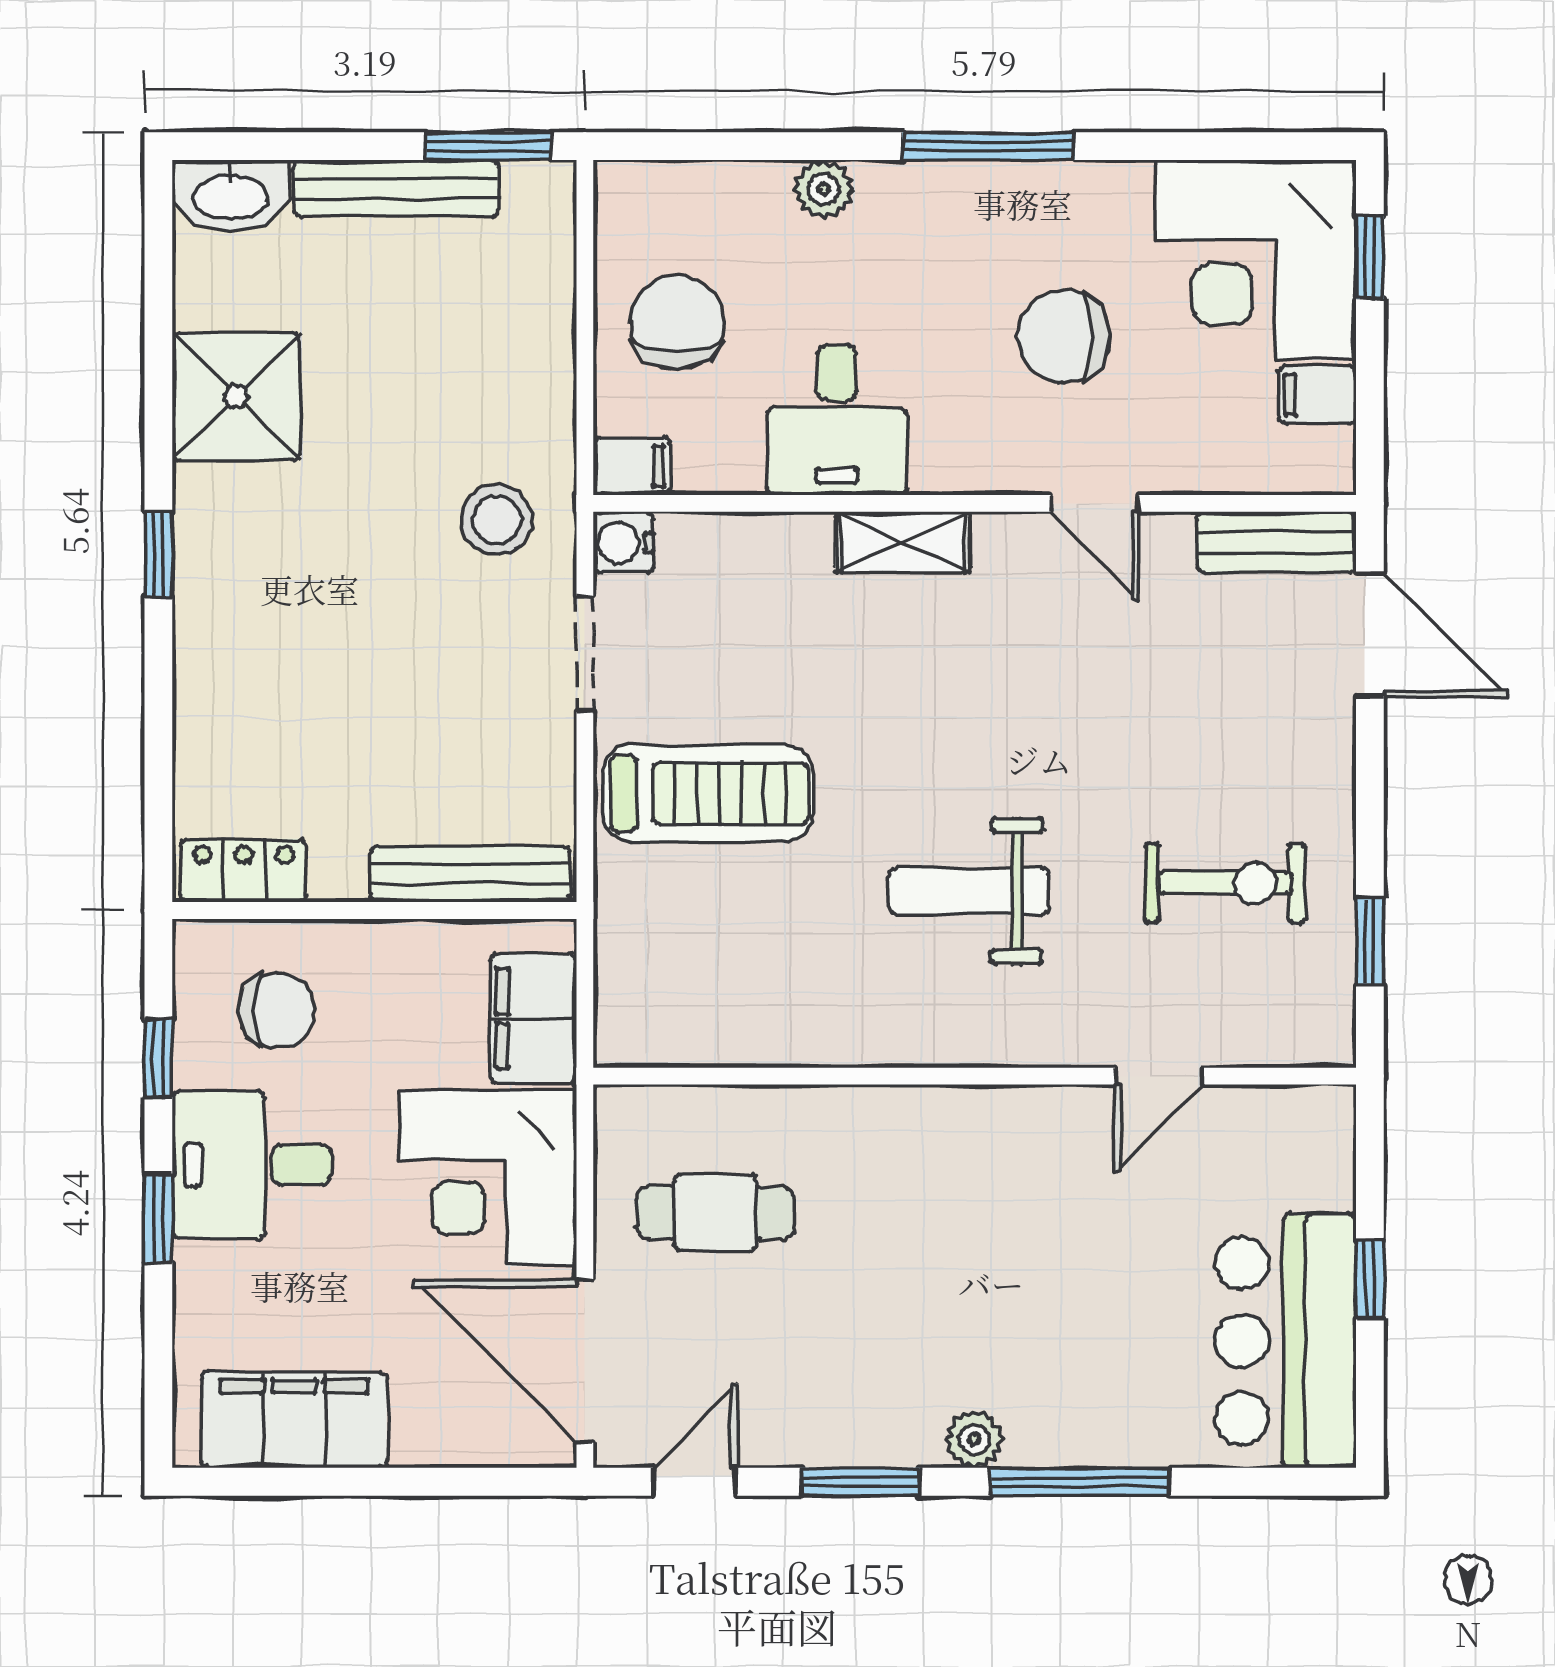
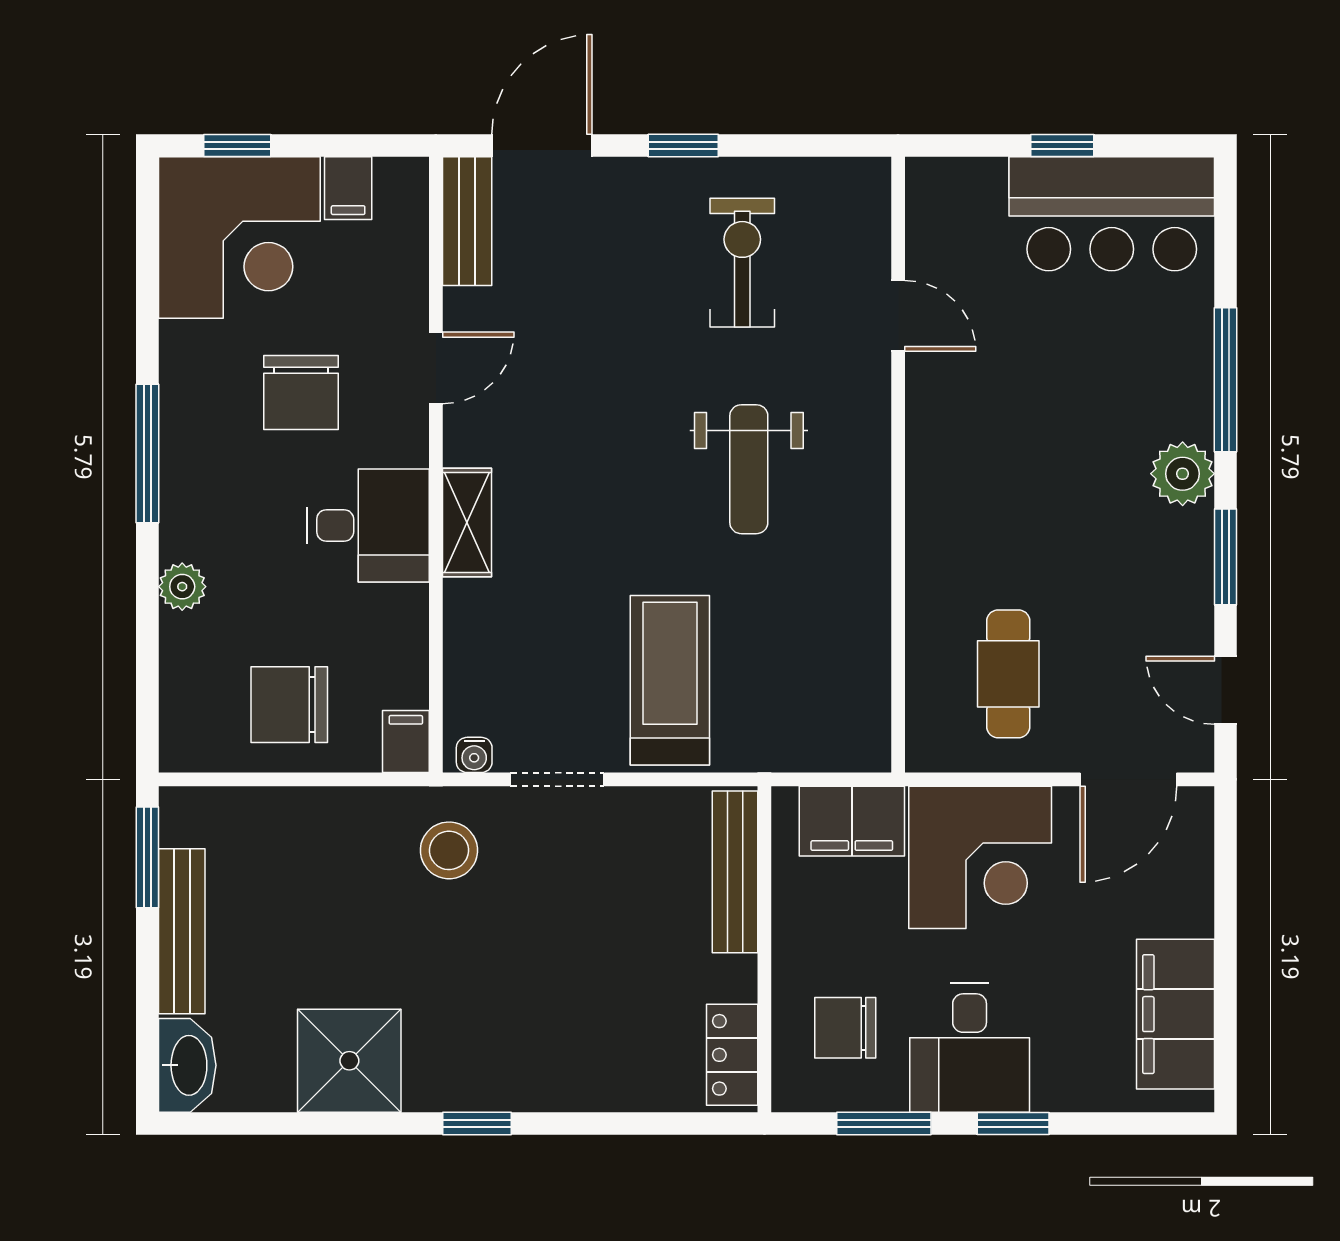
desk: (837, 420) -> (368, 525), moved
water cooler: (623, 543) -> (474, 755), width x0.72, depth x0.72
window: (1370, 941) -> (683, 146), moved
chair: (277, 1011) -> (845, 1028), turned -90
window: (158, 1058) -> (884, 1124), width x1.50
door: (585, 1361) -> (1128, 779), width x0.73
plant: (974, 1439) -> (1183, 474), width x1.38, depth x1.38

